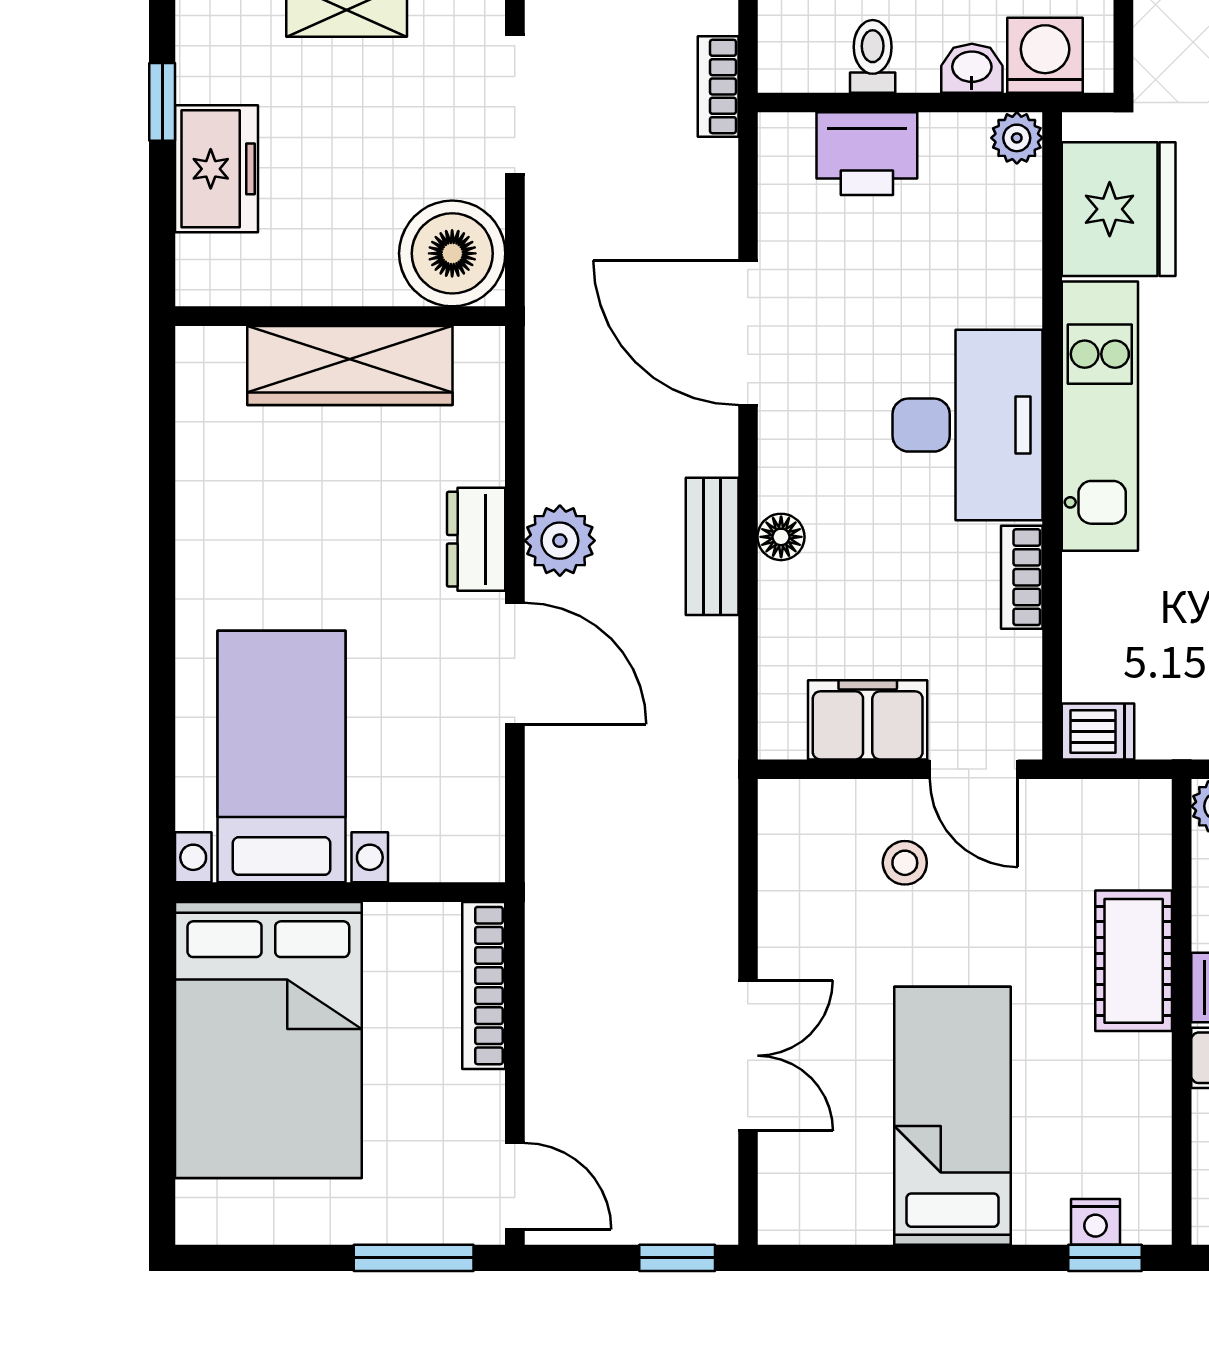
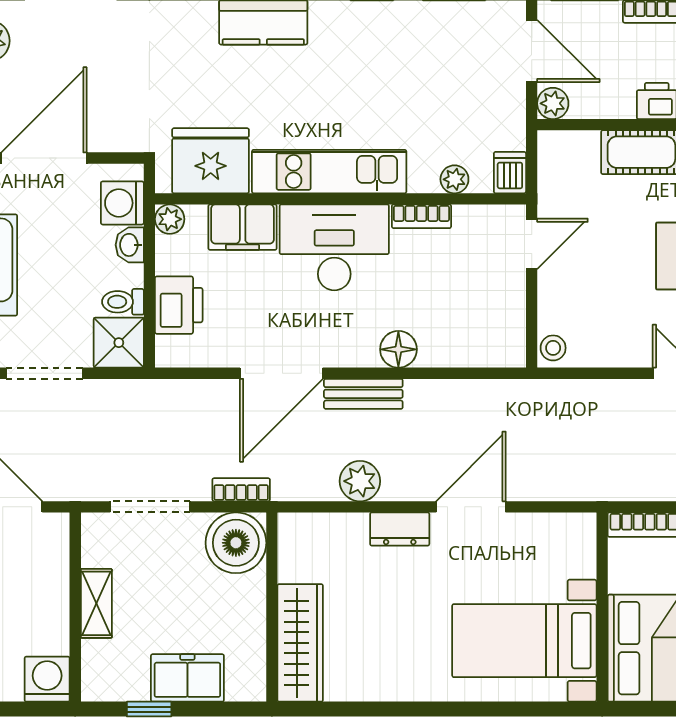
shower: (801, 49) -> (119, 343), added
bookcase: (718, 86) -> (241, 490), moved, turned 180
wardrobe: (350, 365) -> (300, 643), moved
floor lamp: (781, 537) -> (398, 349), width x1.37, depth x1.37
plant: (560, 541) -> (360, 481), moved
bench: (712, 546) -> (363, 394), moved
plant: (1086, 635) -> (454, 179), added
filing cabinet: (868, 720) -> (243, 227), moved, turned -90
stool: (905, 863) -> (553, 348), moved

